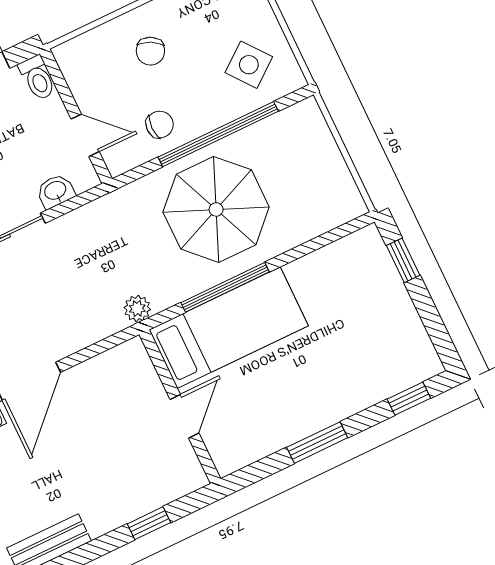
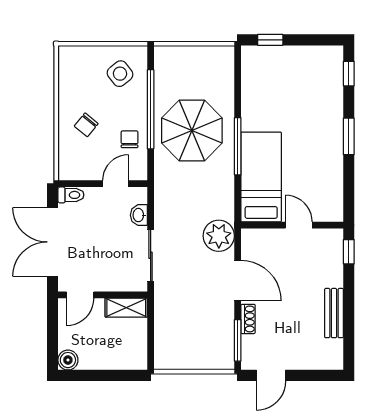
chair: (150, 51) -> (86, 125), turned 102
plant: (137, 309) -> (219, 236), moved, width x1.88, depth x1.88
bed: (229, 328) -> (261, 177), moved
wall: (180, 407) -> (292, 225), moved
door: (184, 416) -> (299, 225), moved

